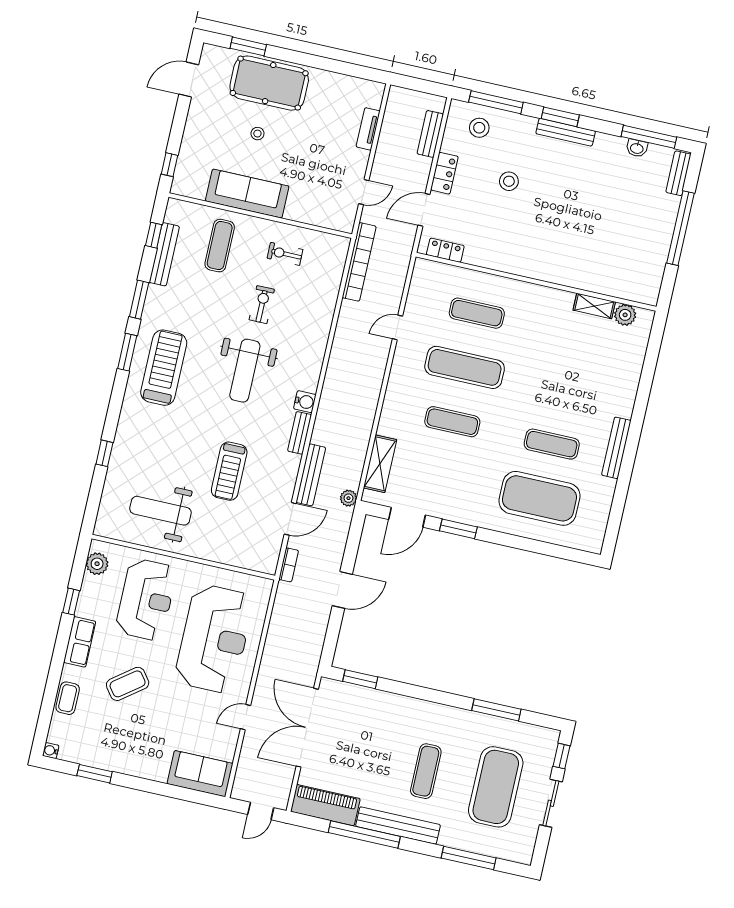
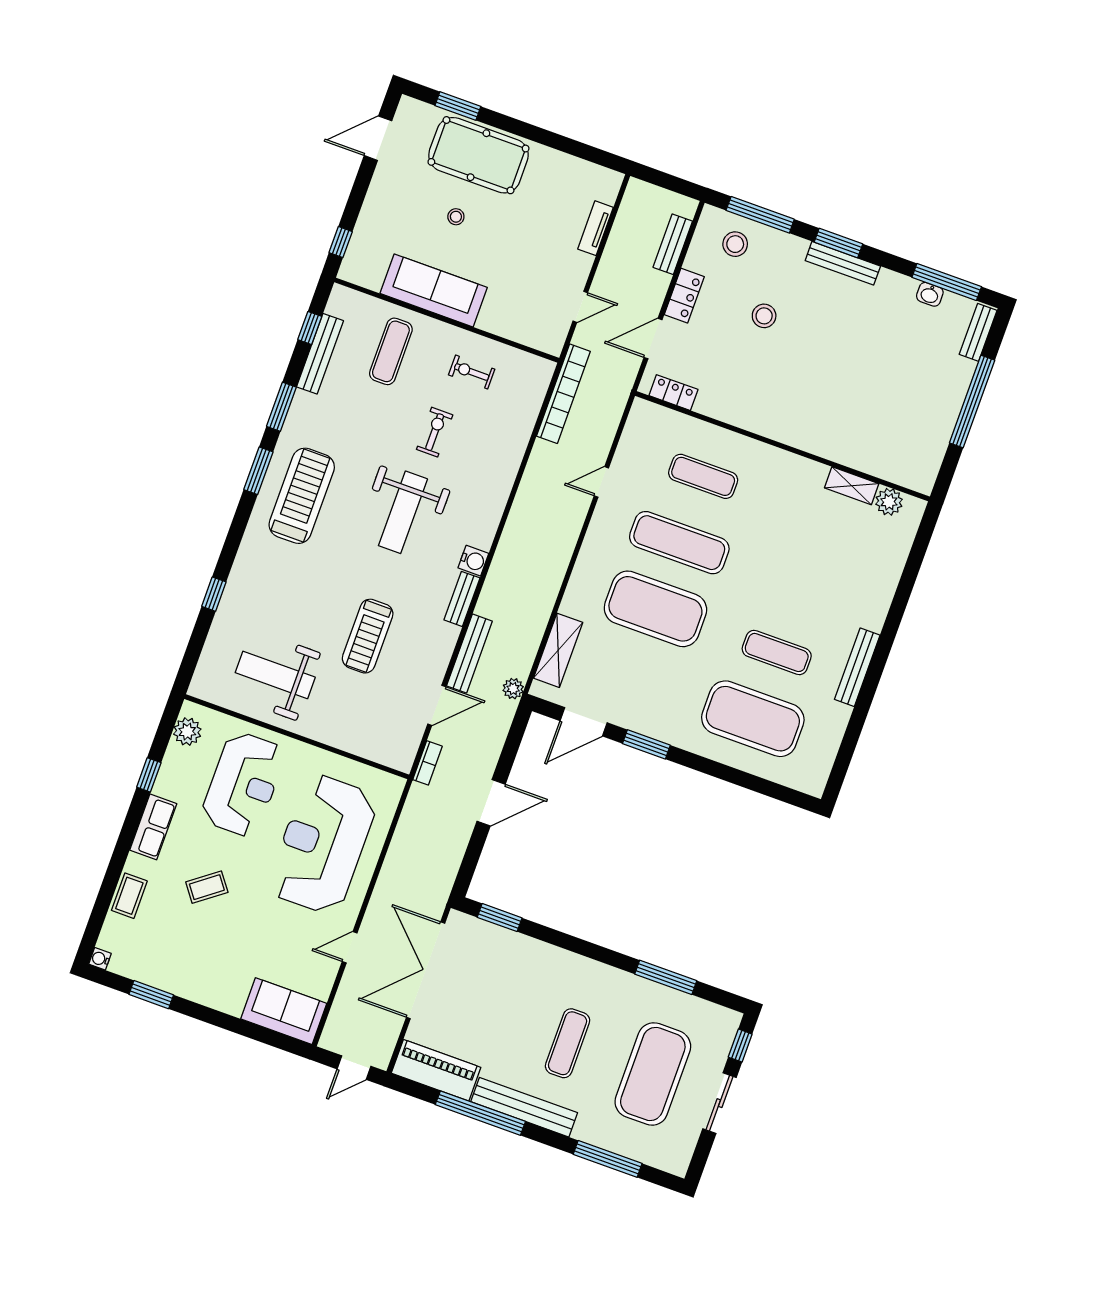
exercise mat: (452, 422) -> (655, 609), width x2.00, depth x1.45
reception desk: (214, 639) -> (323, 844), turned 180
coffee table: (128, 684) -> (207, 887), width x0.73, depth x0.77

